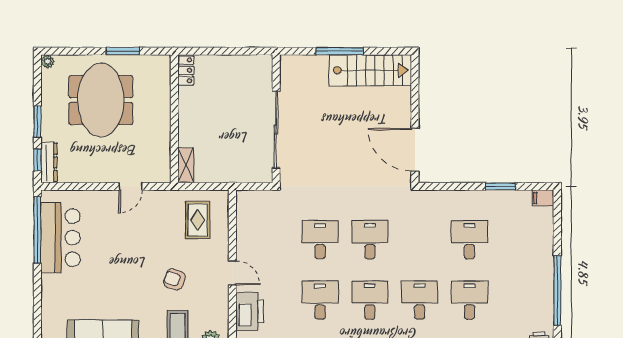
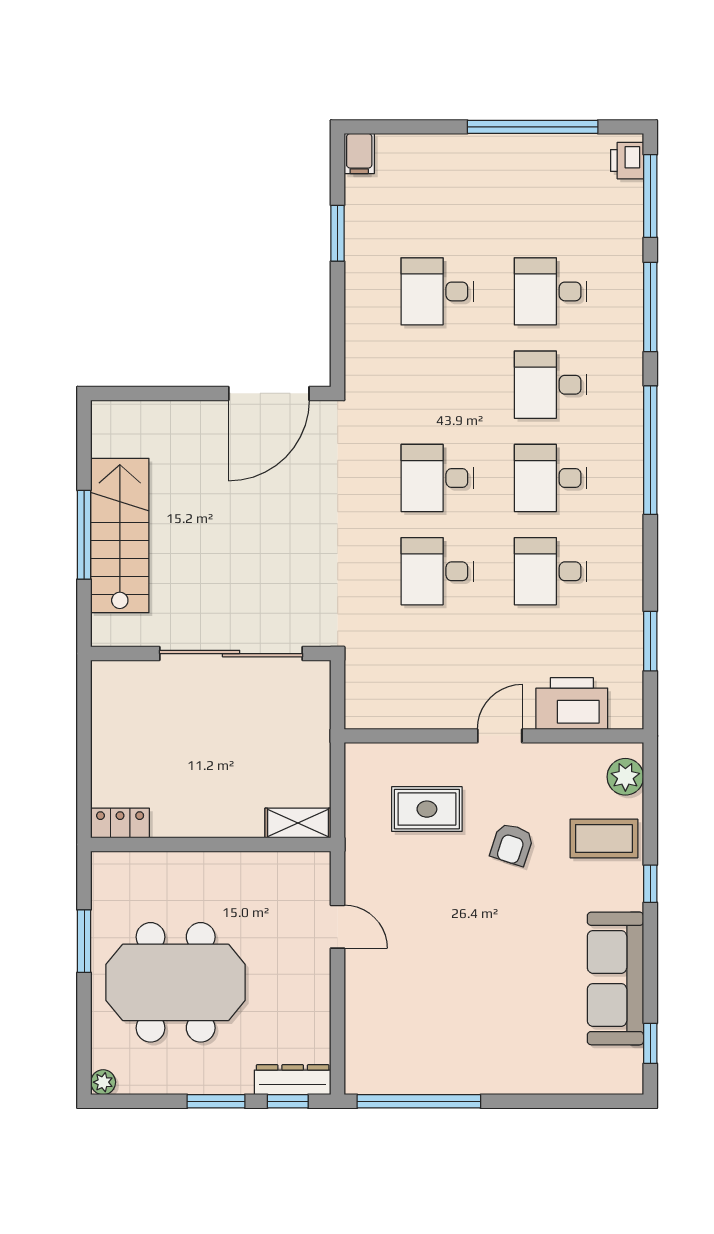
stairs: (370, 70) -> (120, 536), moved
rug: (198, 220) -> (427, 809), moved
bar counter: (60, 238) -> (434, 1058), removed

